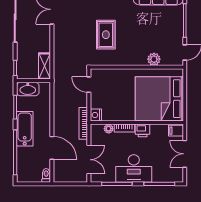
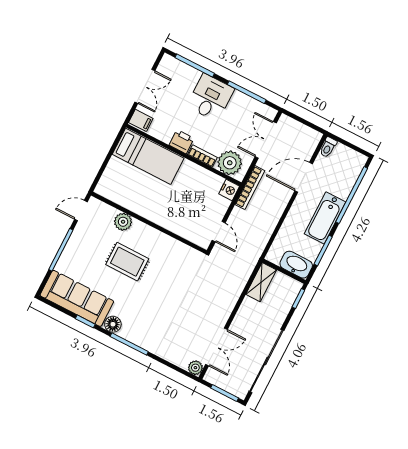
rug: (106, 35) -> (127, 262), moved, turned 90
bed: (159, 99) -> (148, 156), width x0.49
plant: (109, 129) -> (230, 163), width x1.88, depth x1.88
door: (52, 148) -> (304, 177), hinge flipped
desk: (134, 169) -> (211, 98), width x0.73

